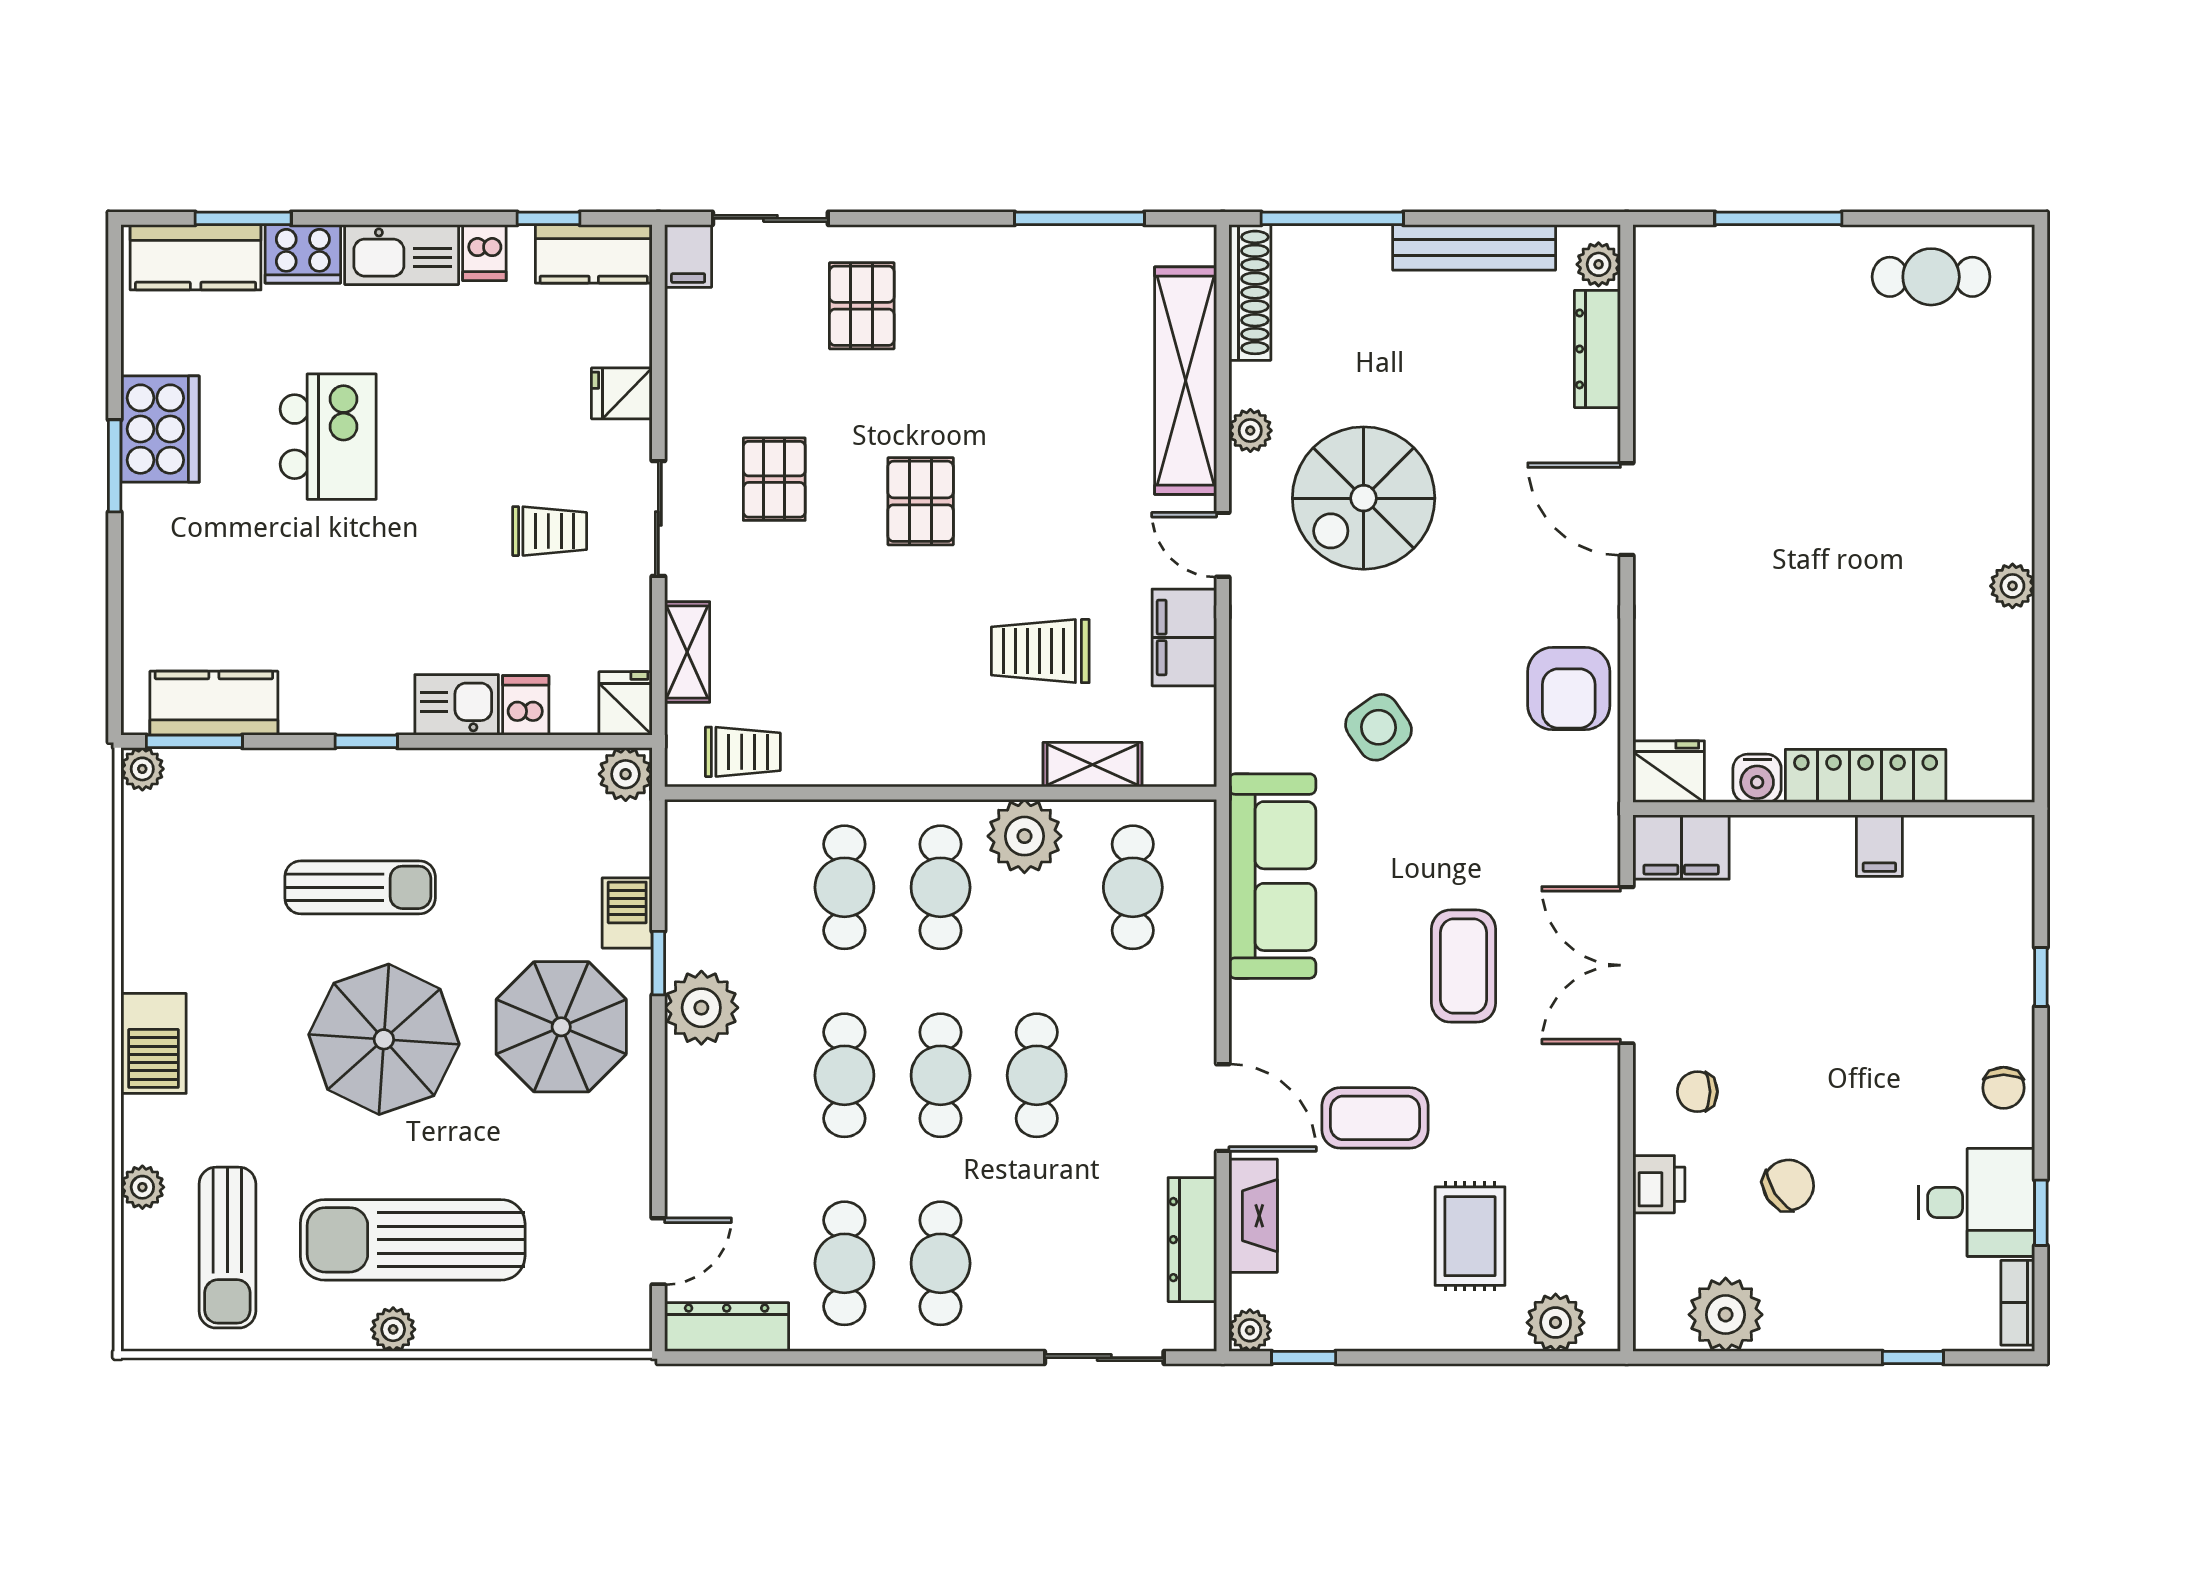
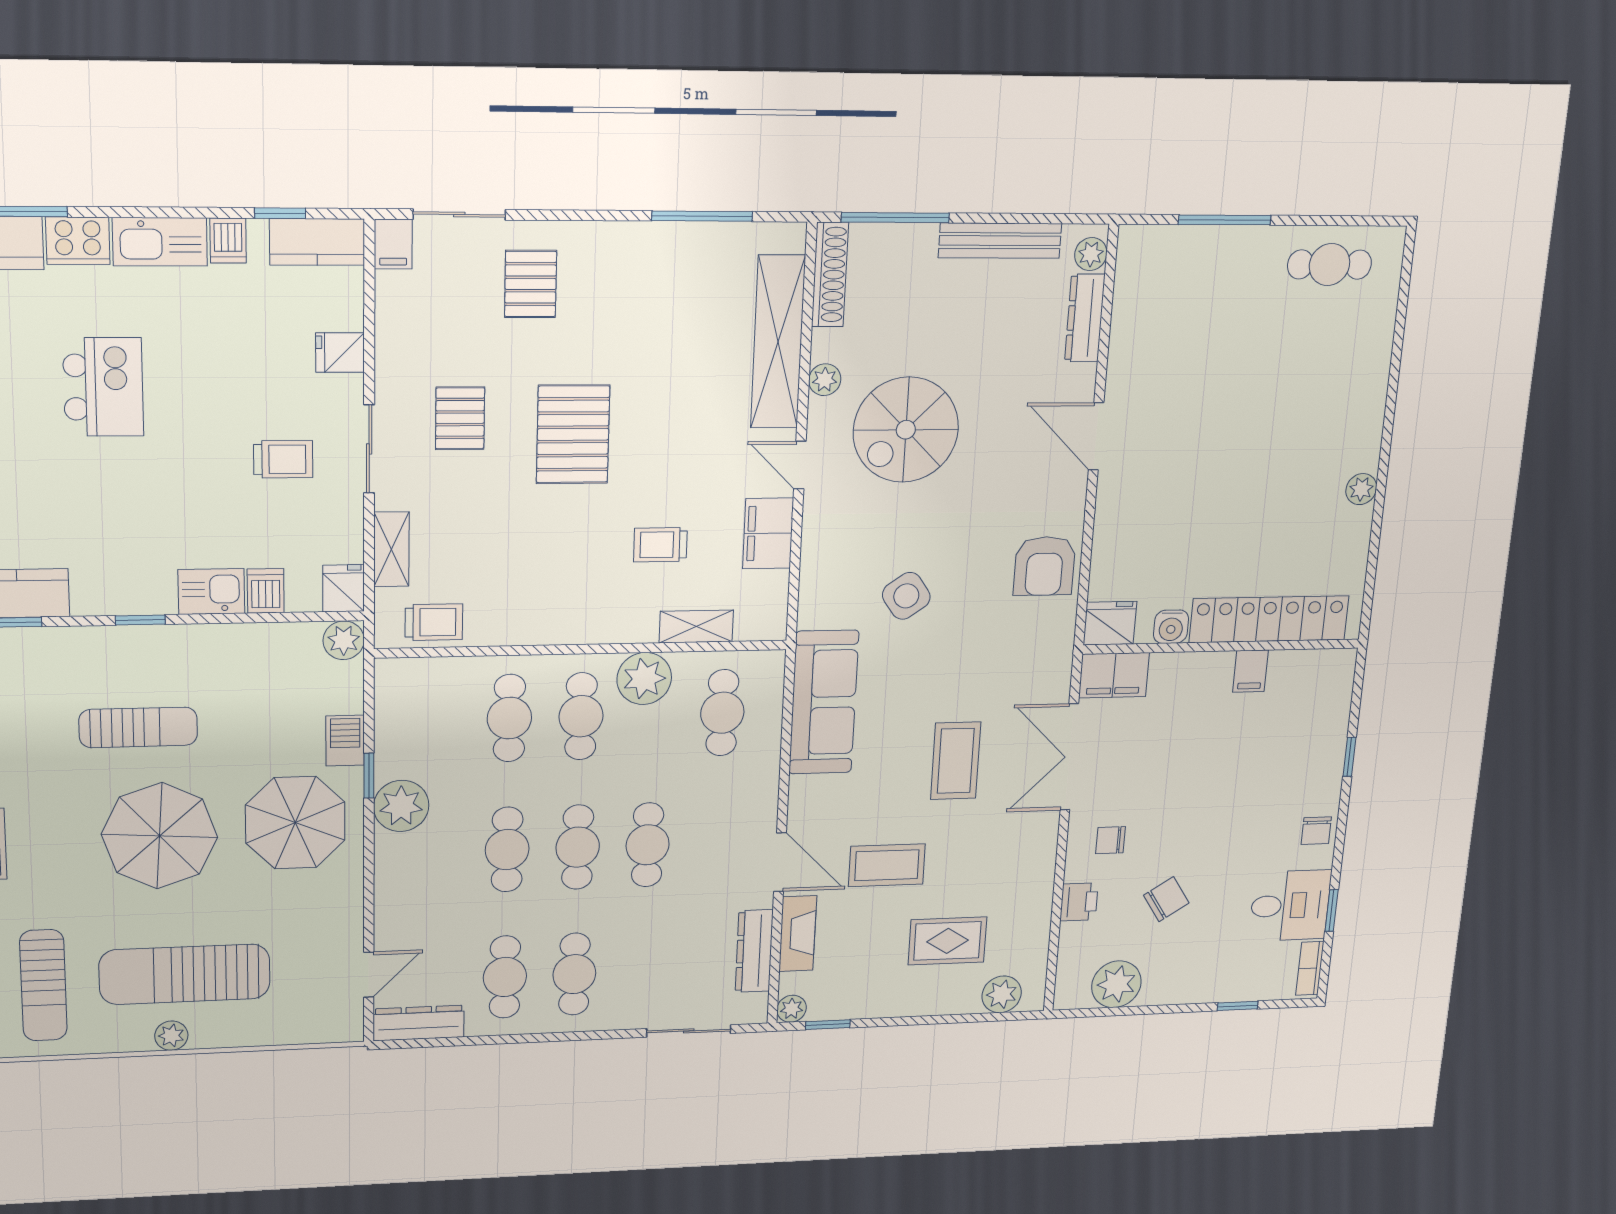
pallet: (921, 501) -> (573, 434), width x1.50, depth x1.42
trolley: (1040, 651) -> (660, 545), width x0.73, depth x0.72
locker: (1866, 776) -> (1269, 619), width x1.41, depth x1.21
rug: (1470, 1236) -> (947, 941), turned 90

